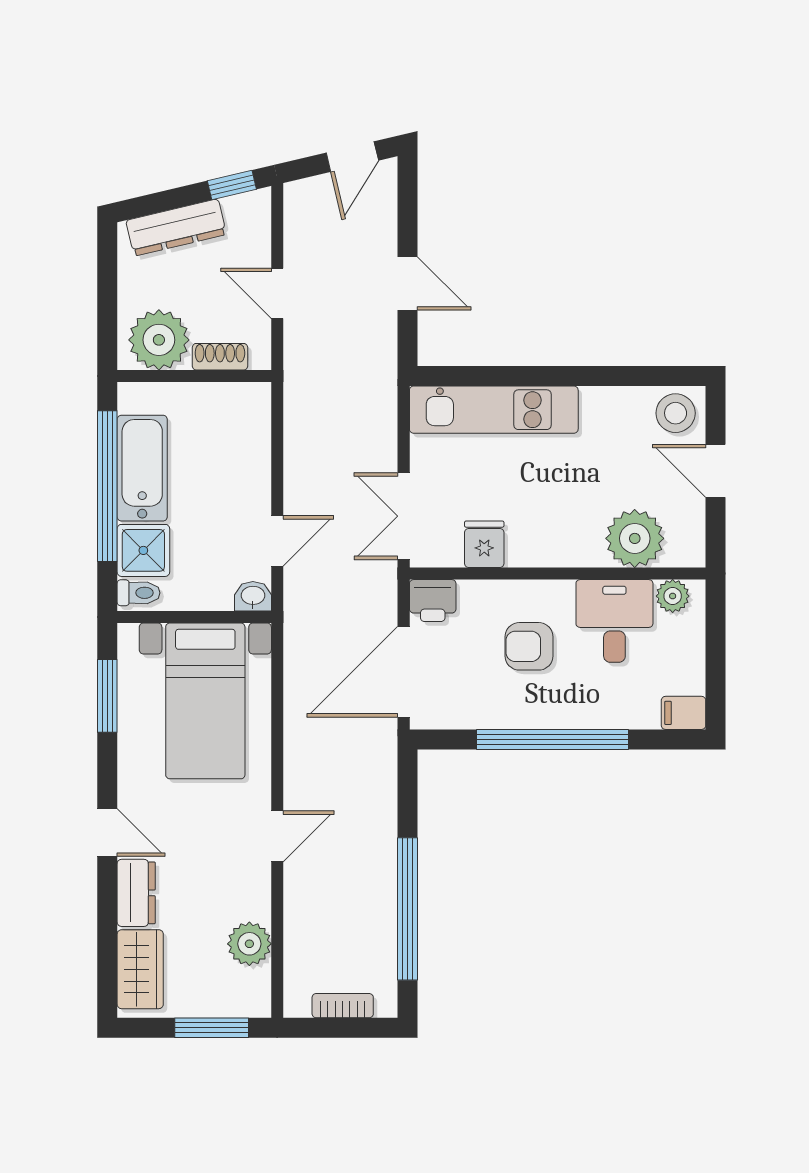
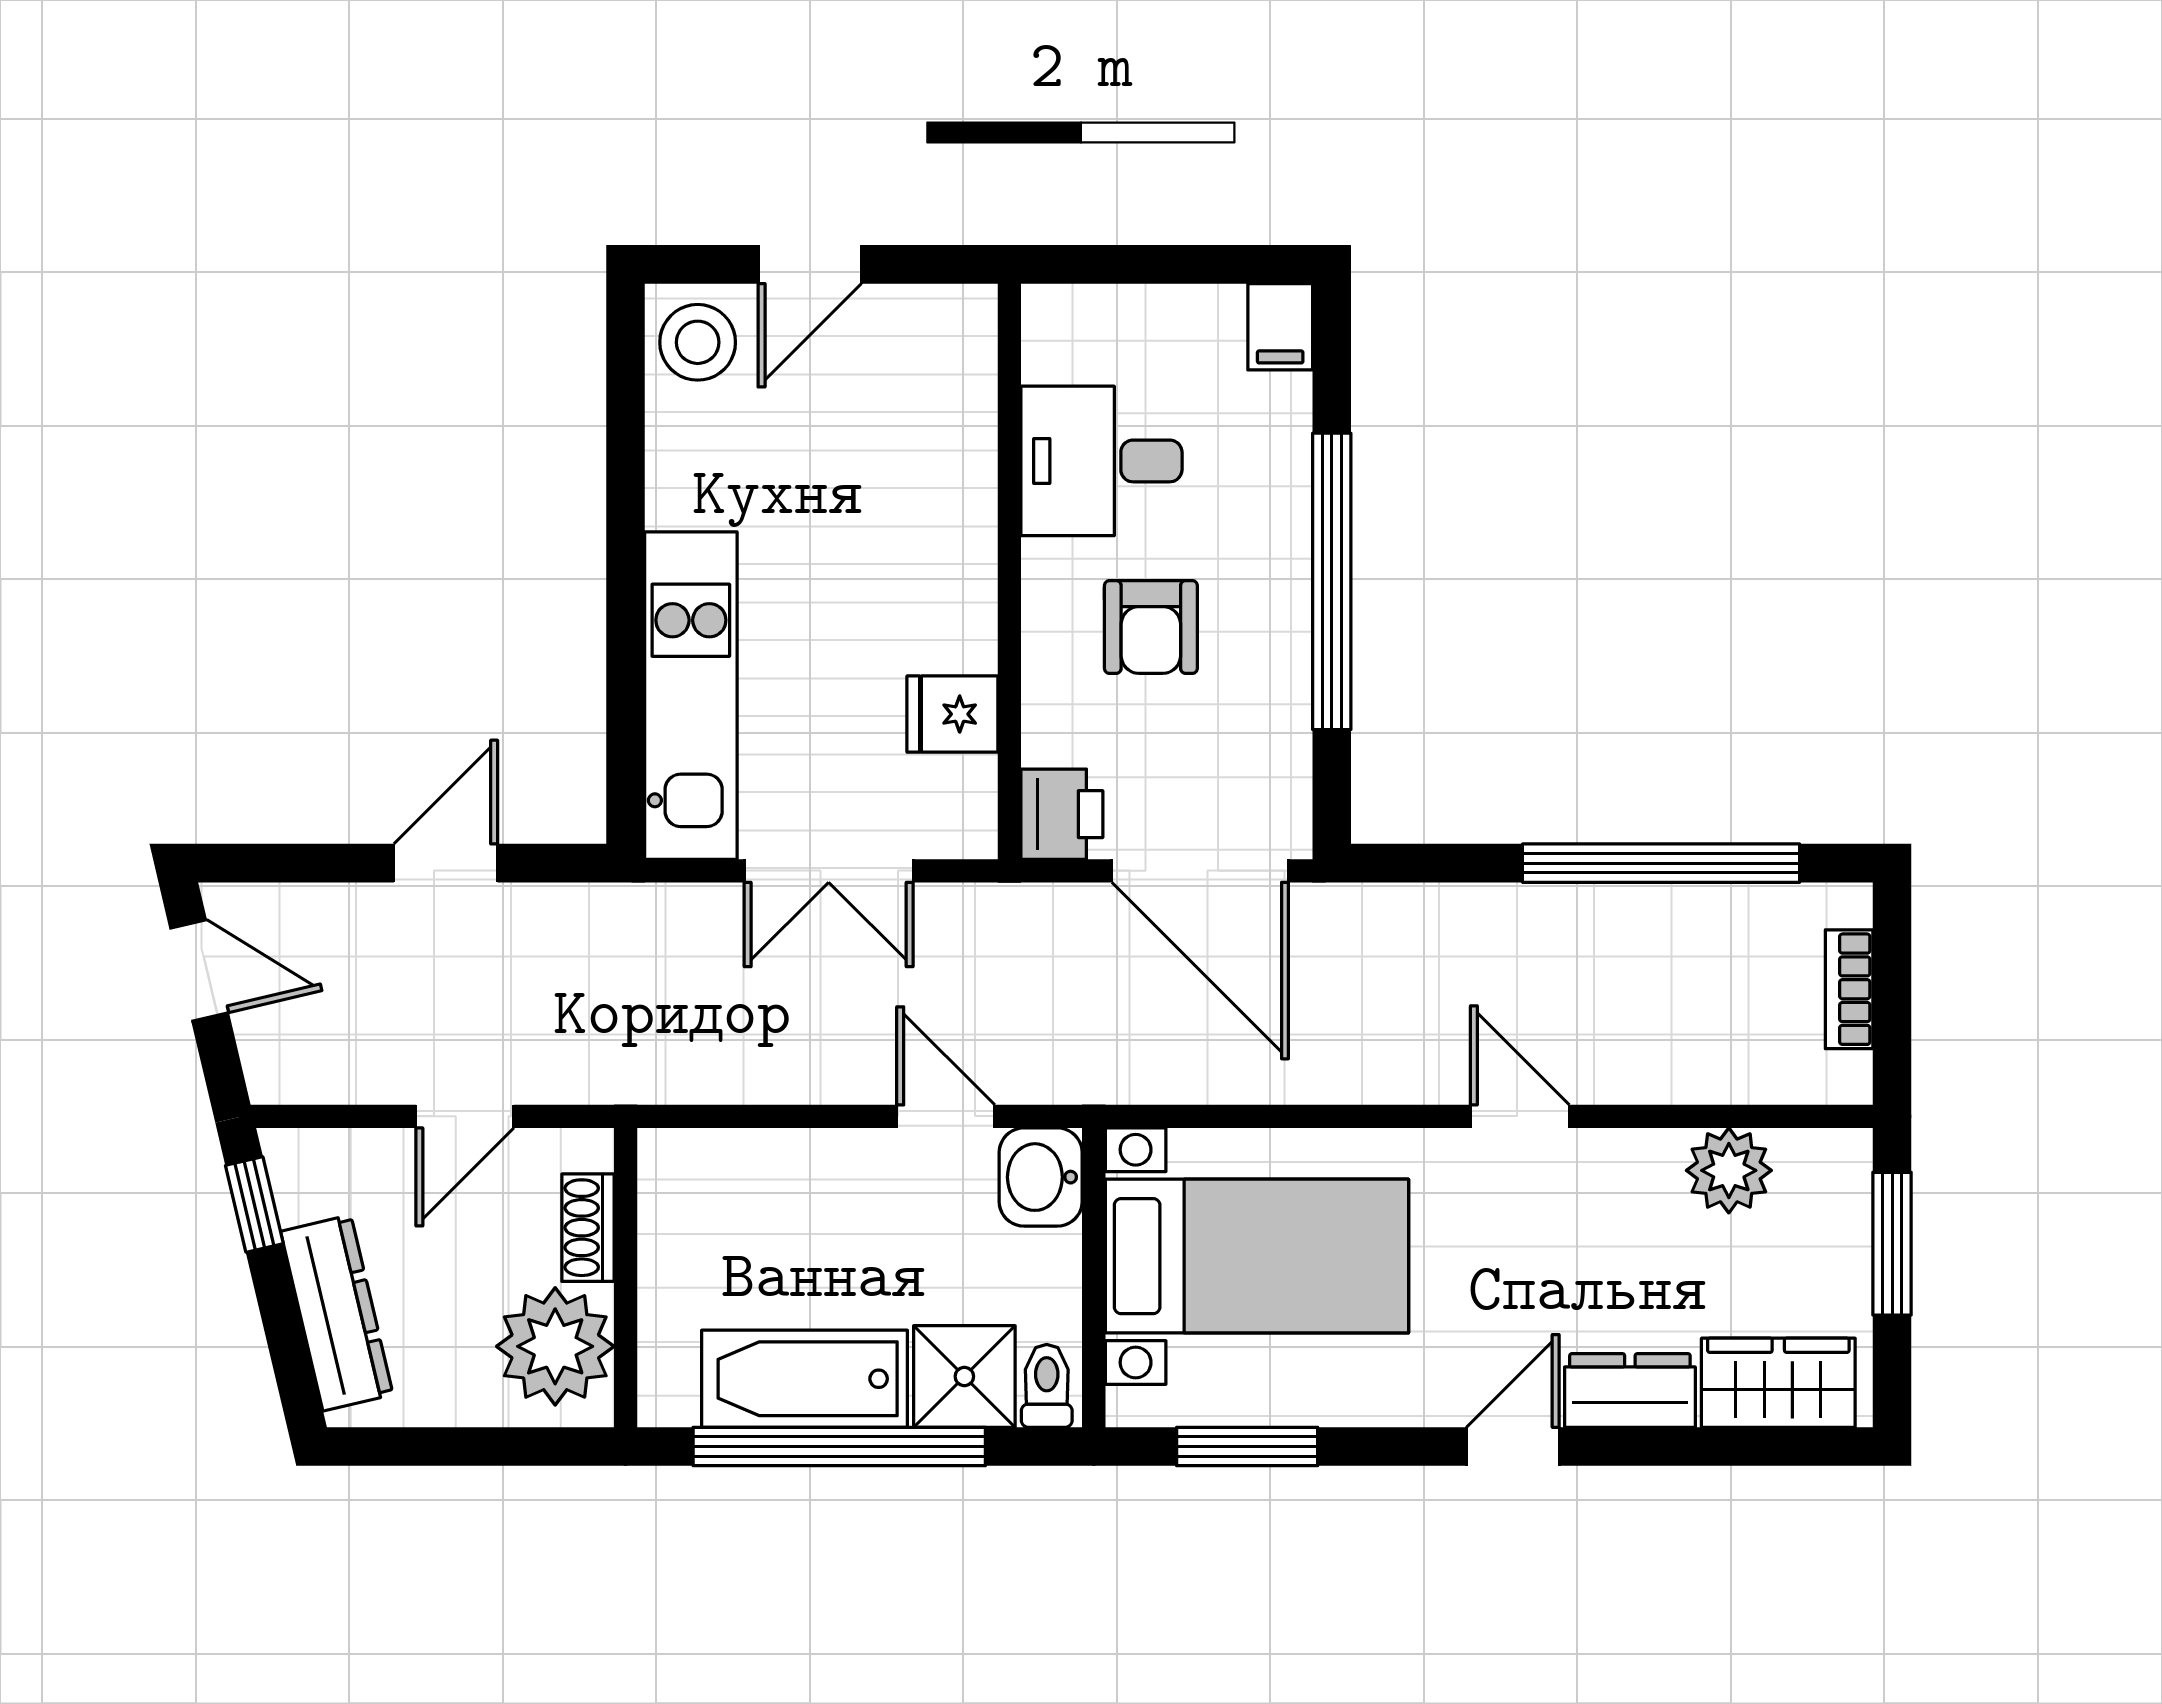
double door: (404, 516) -> (829, 871), moved
plant: (635, 538) -> (941, 422), removed
washbasin: (253, 596) -> (1041, 1177), width x1.38, depth x1.45
plant: (673, 596) -> (1053, 348), removed

